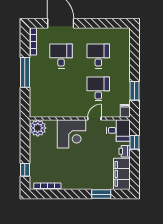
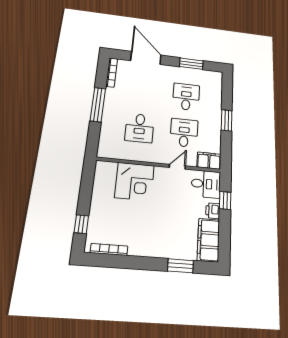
window: (101, 23) -> (191, 64), added
desk: (61, 56) -> (140, 128), moved, turned 180
window: (134, 91) -> (227, 120), moved
filing cabinet: (125, 111) -> (209, 161), width x2.00
plant: (38, 128) -> (105, 171), removed
corner desk: (72, 134) -> (135, 181), moved

